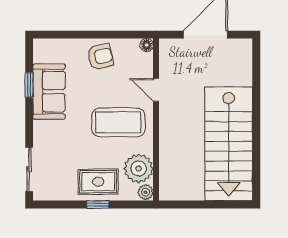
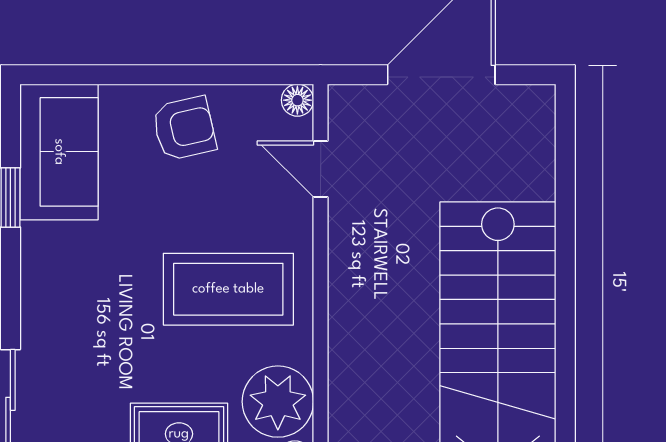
door: (156, 90) -> (321, 169), moved
sofa: (49, 92) -> (59, 152), moved

